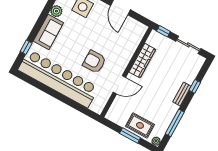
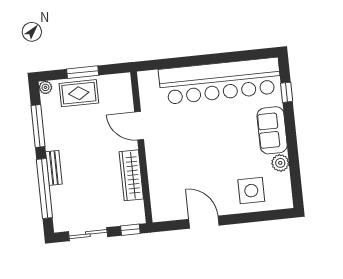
armchair: (94, 62) -> (190, 133), removed
door: (119, 85) -> (139, 126), hinge flipped
window: (195, 86) -> (44, 188), width x3.17

